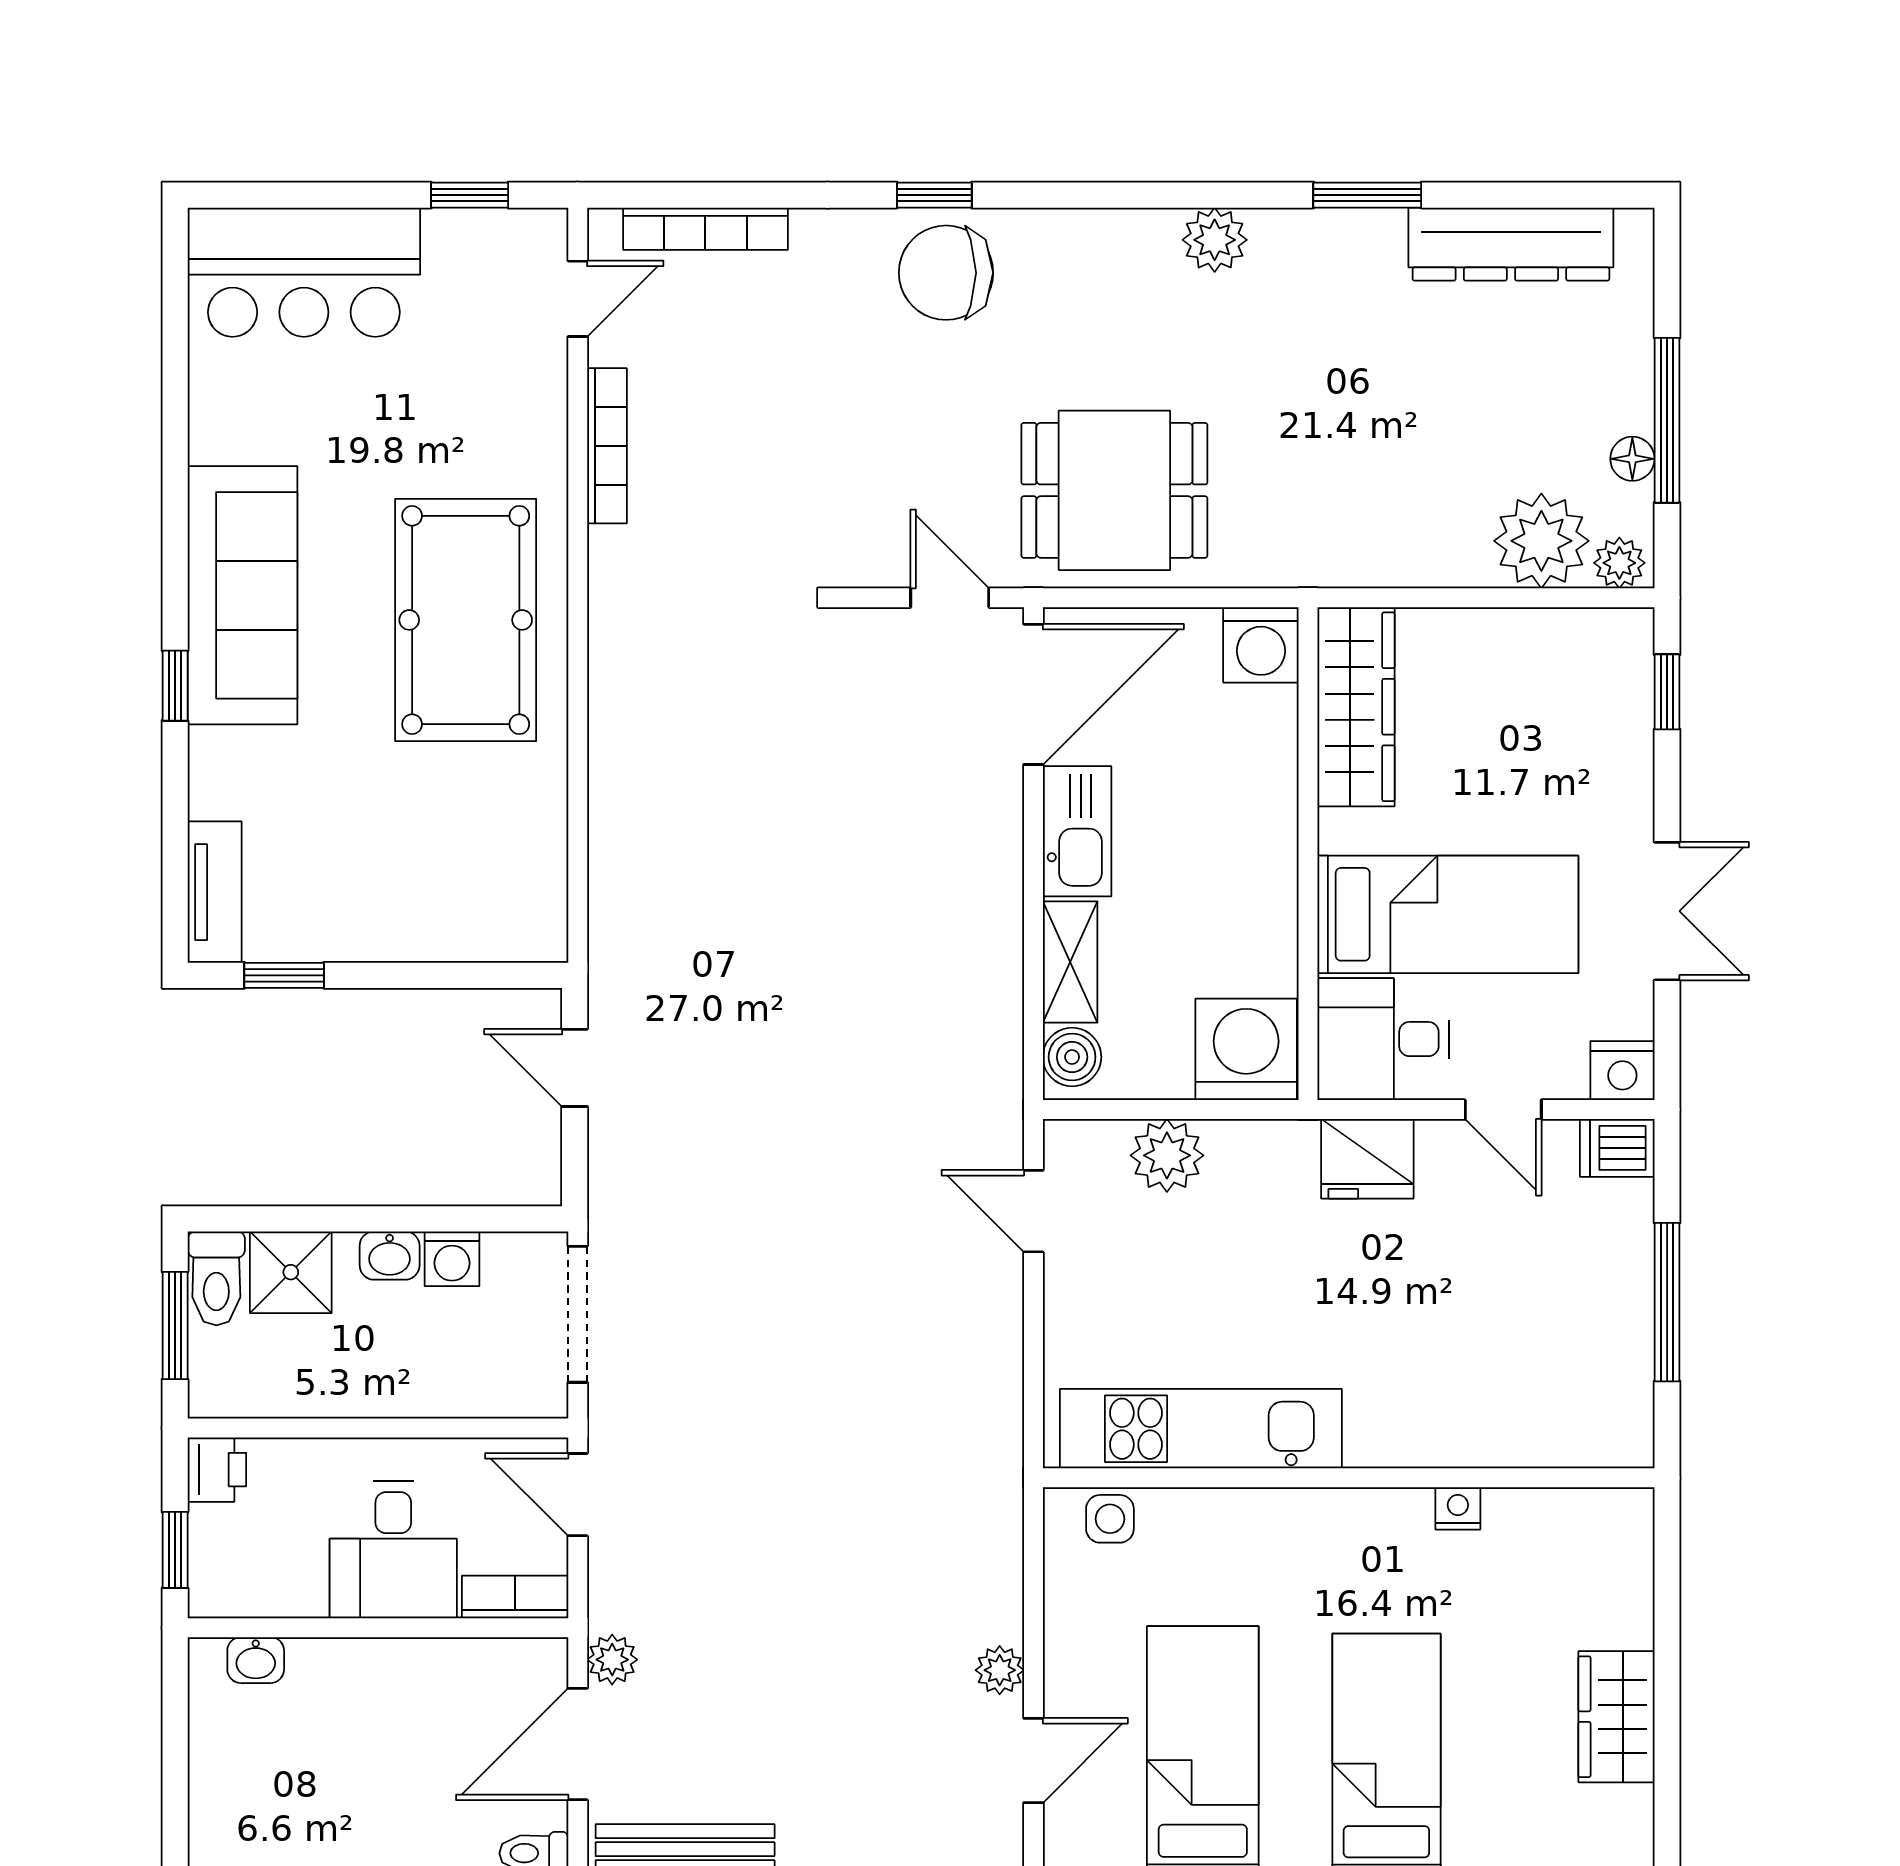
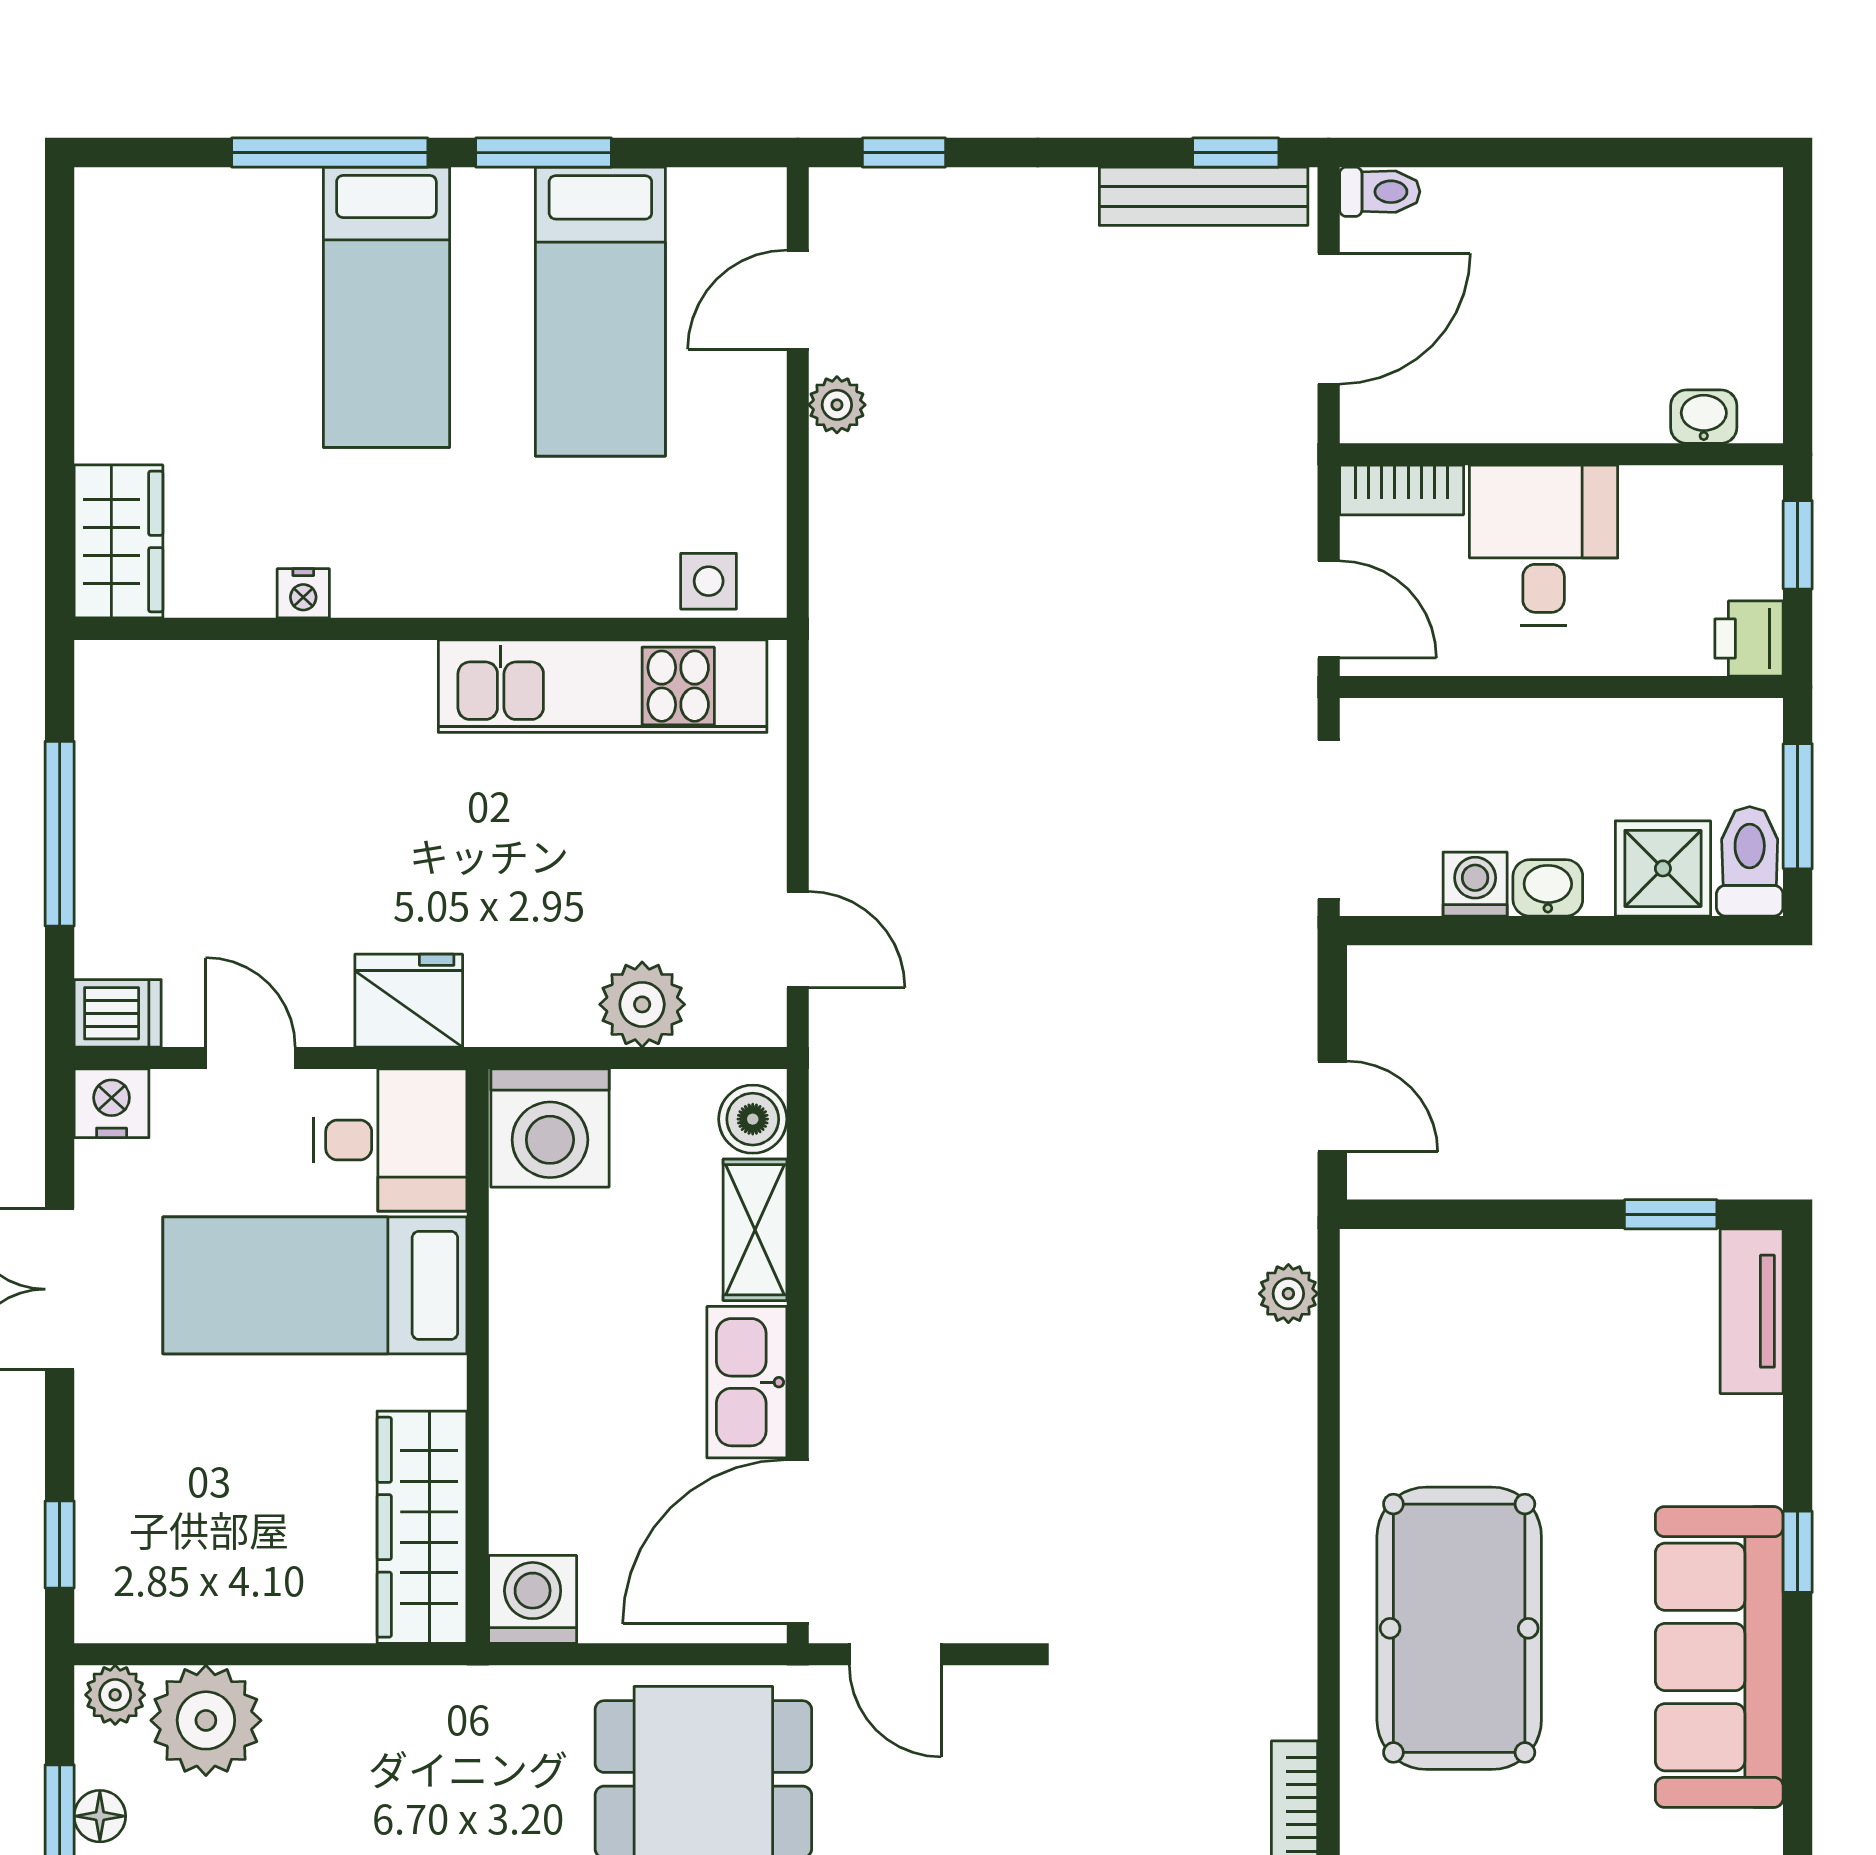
plant: (612, 1660) -> (1288, 1294), moved
wardrobe: (1616, 1717) -> (118, 541), moved

